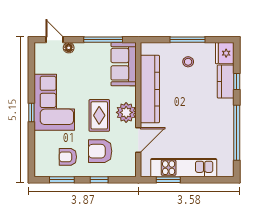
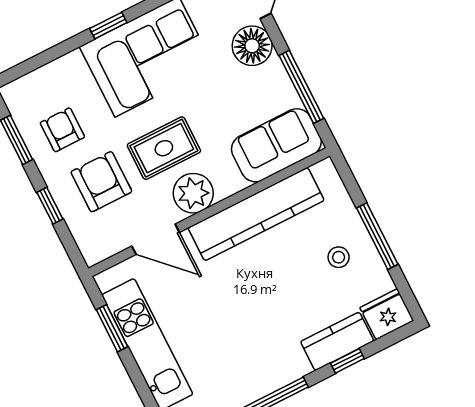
floor lamp: (69, 48) -> (252, 46), width x1.89, depth x1.89

